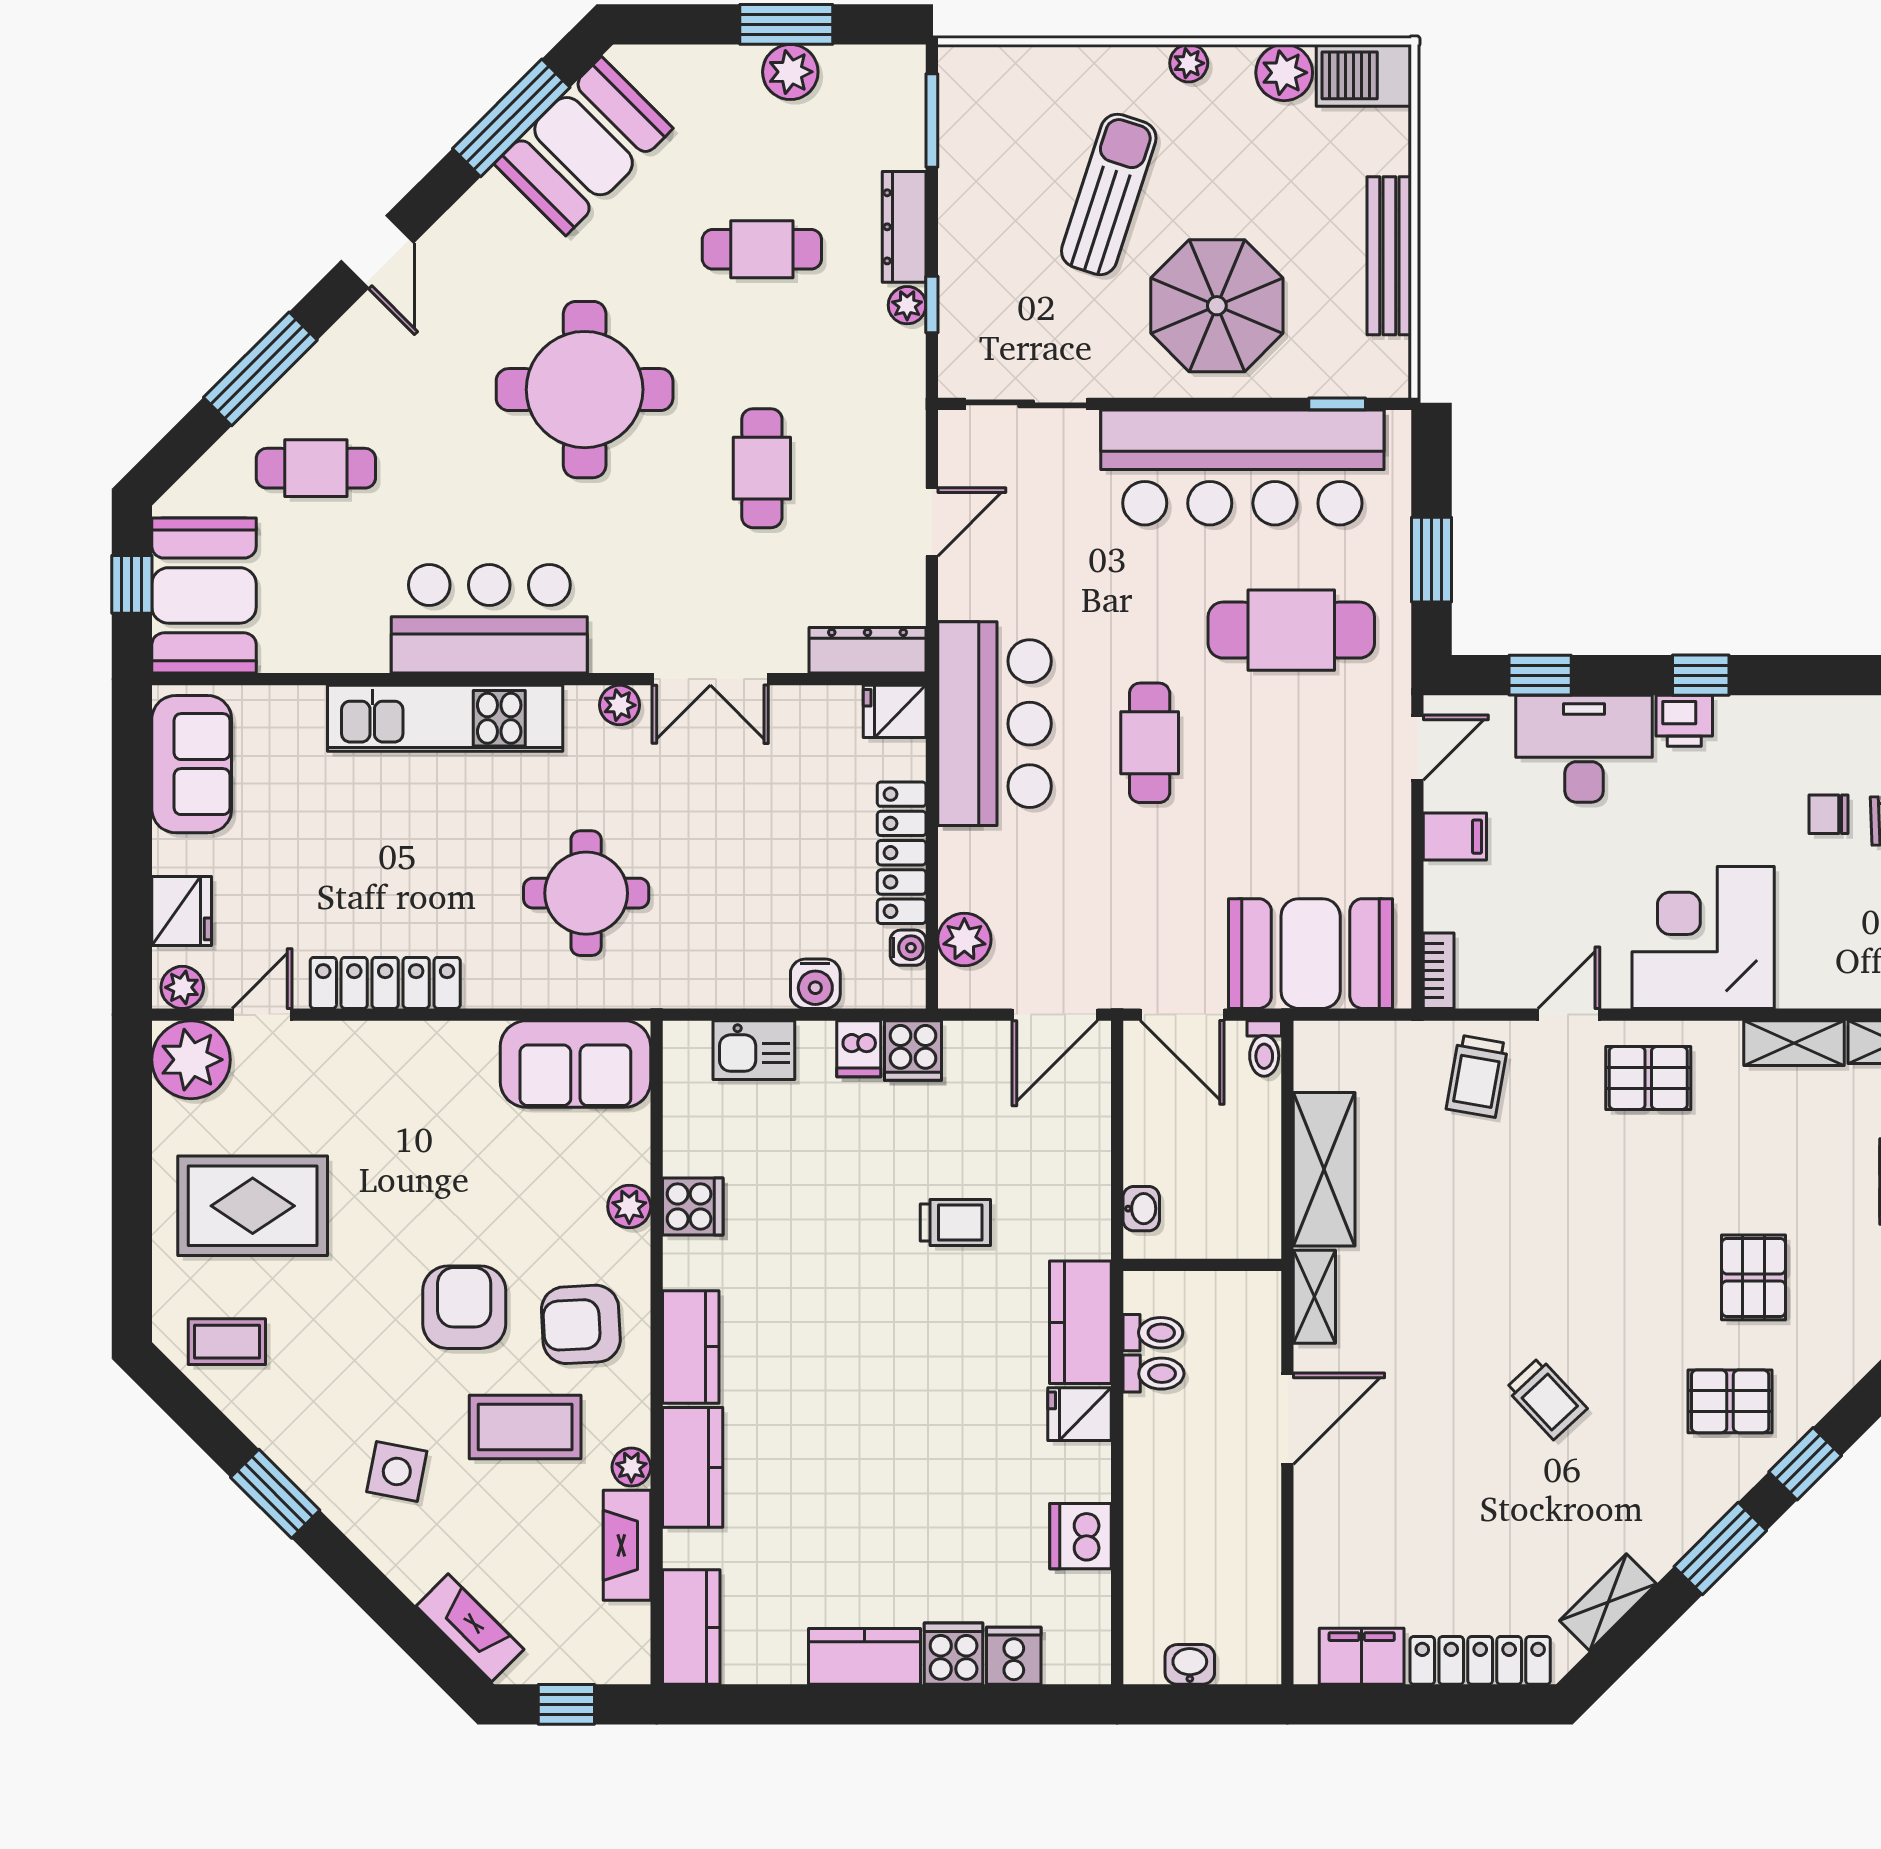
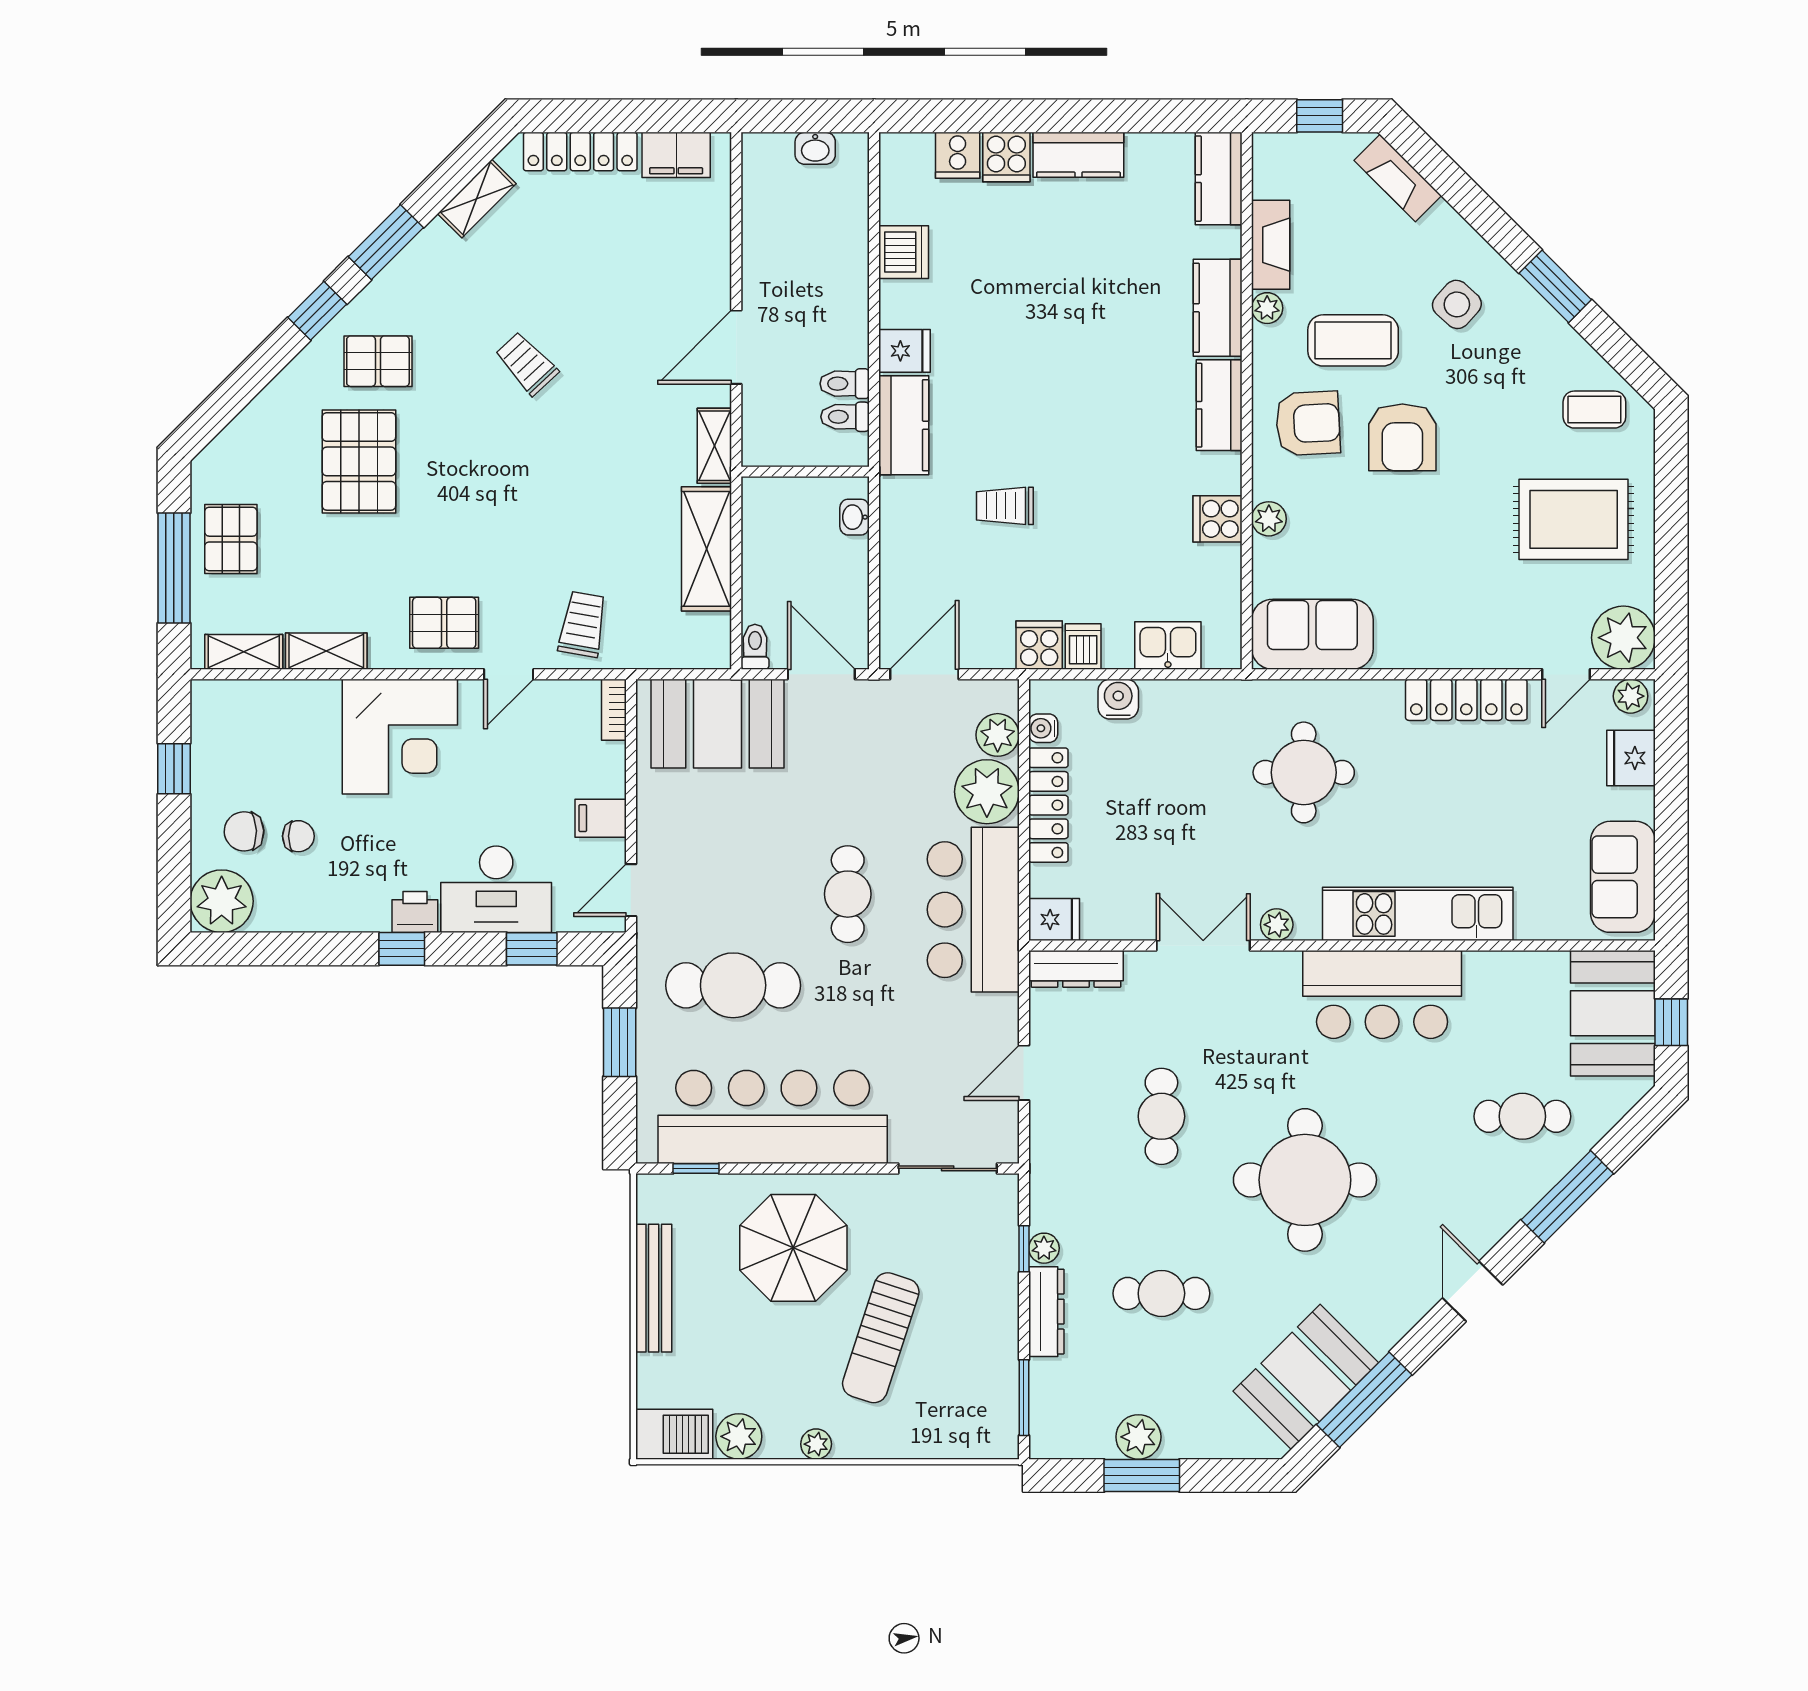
plant: (978, 869) -> (987, 792), added
pallet: (1754, 1277) -> (359, 461), width x1.50, depth x1.42
side table: (397, 1471) -> (1457, 304), turned 31

